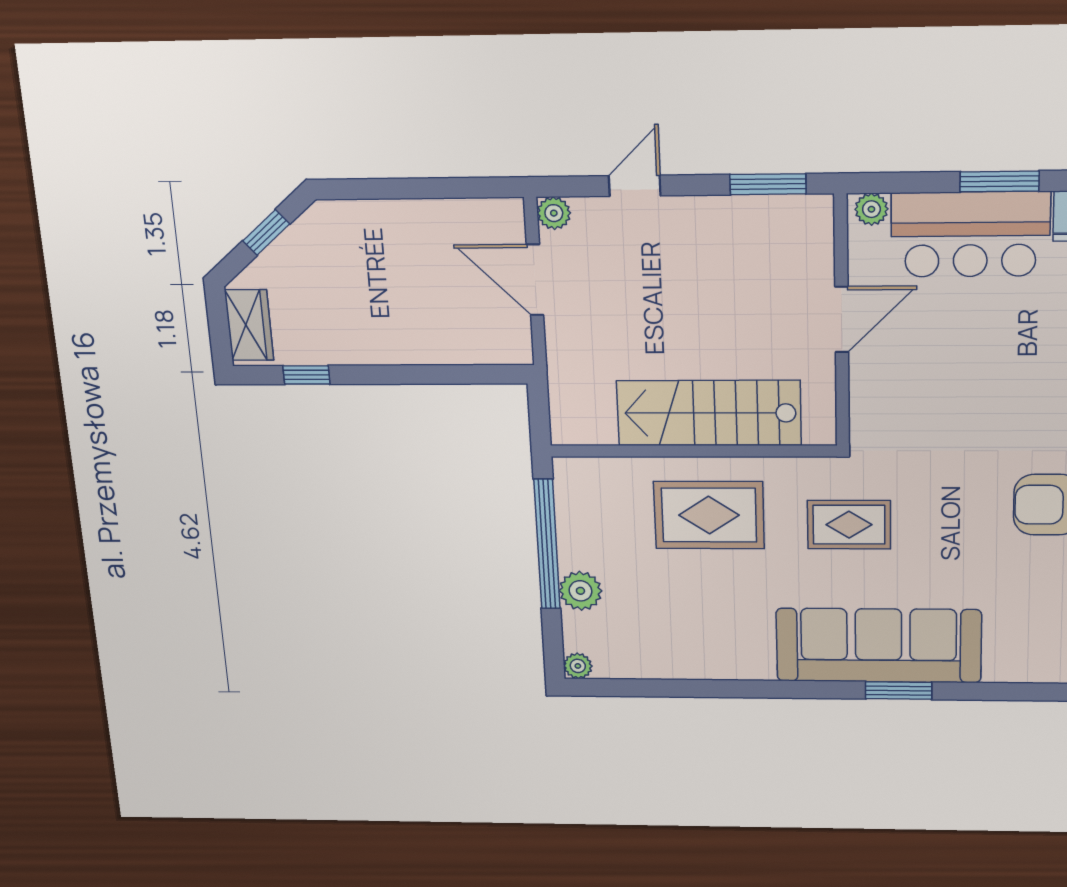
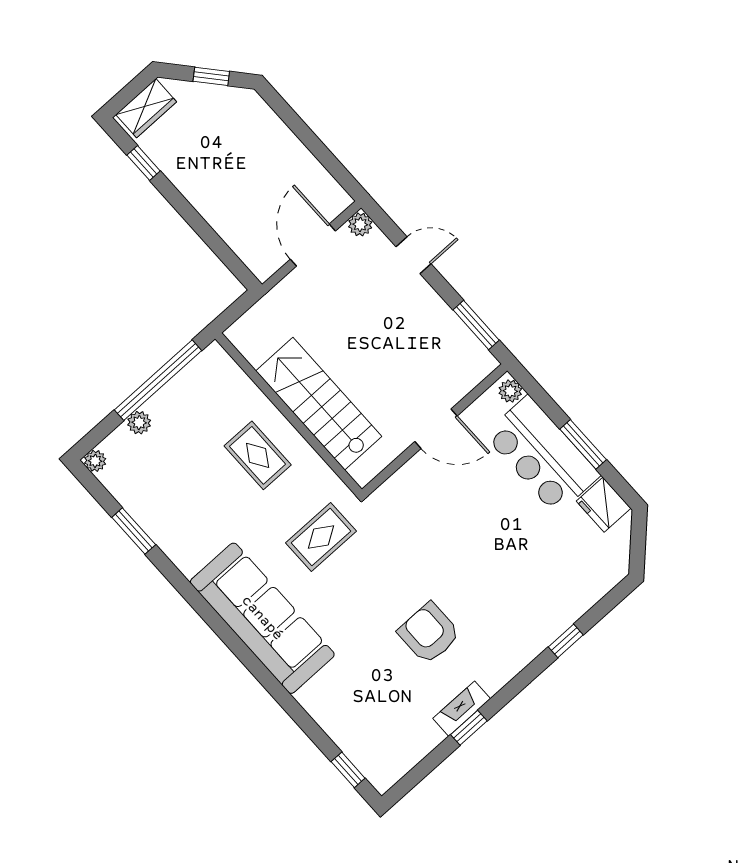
rug: (709, 515) -> (258, 455), width x0.73, depth x0.70
rug: (849, 525) -> (321, 537), turned 90
plant: (580, 591) -> (139, 423), width x0.73, depth x0.73
window: (899, 691) -> (134, 531), moved

